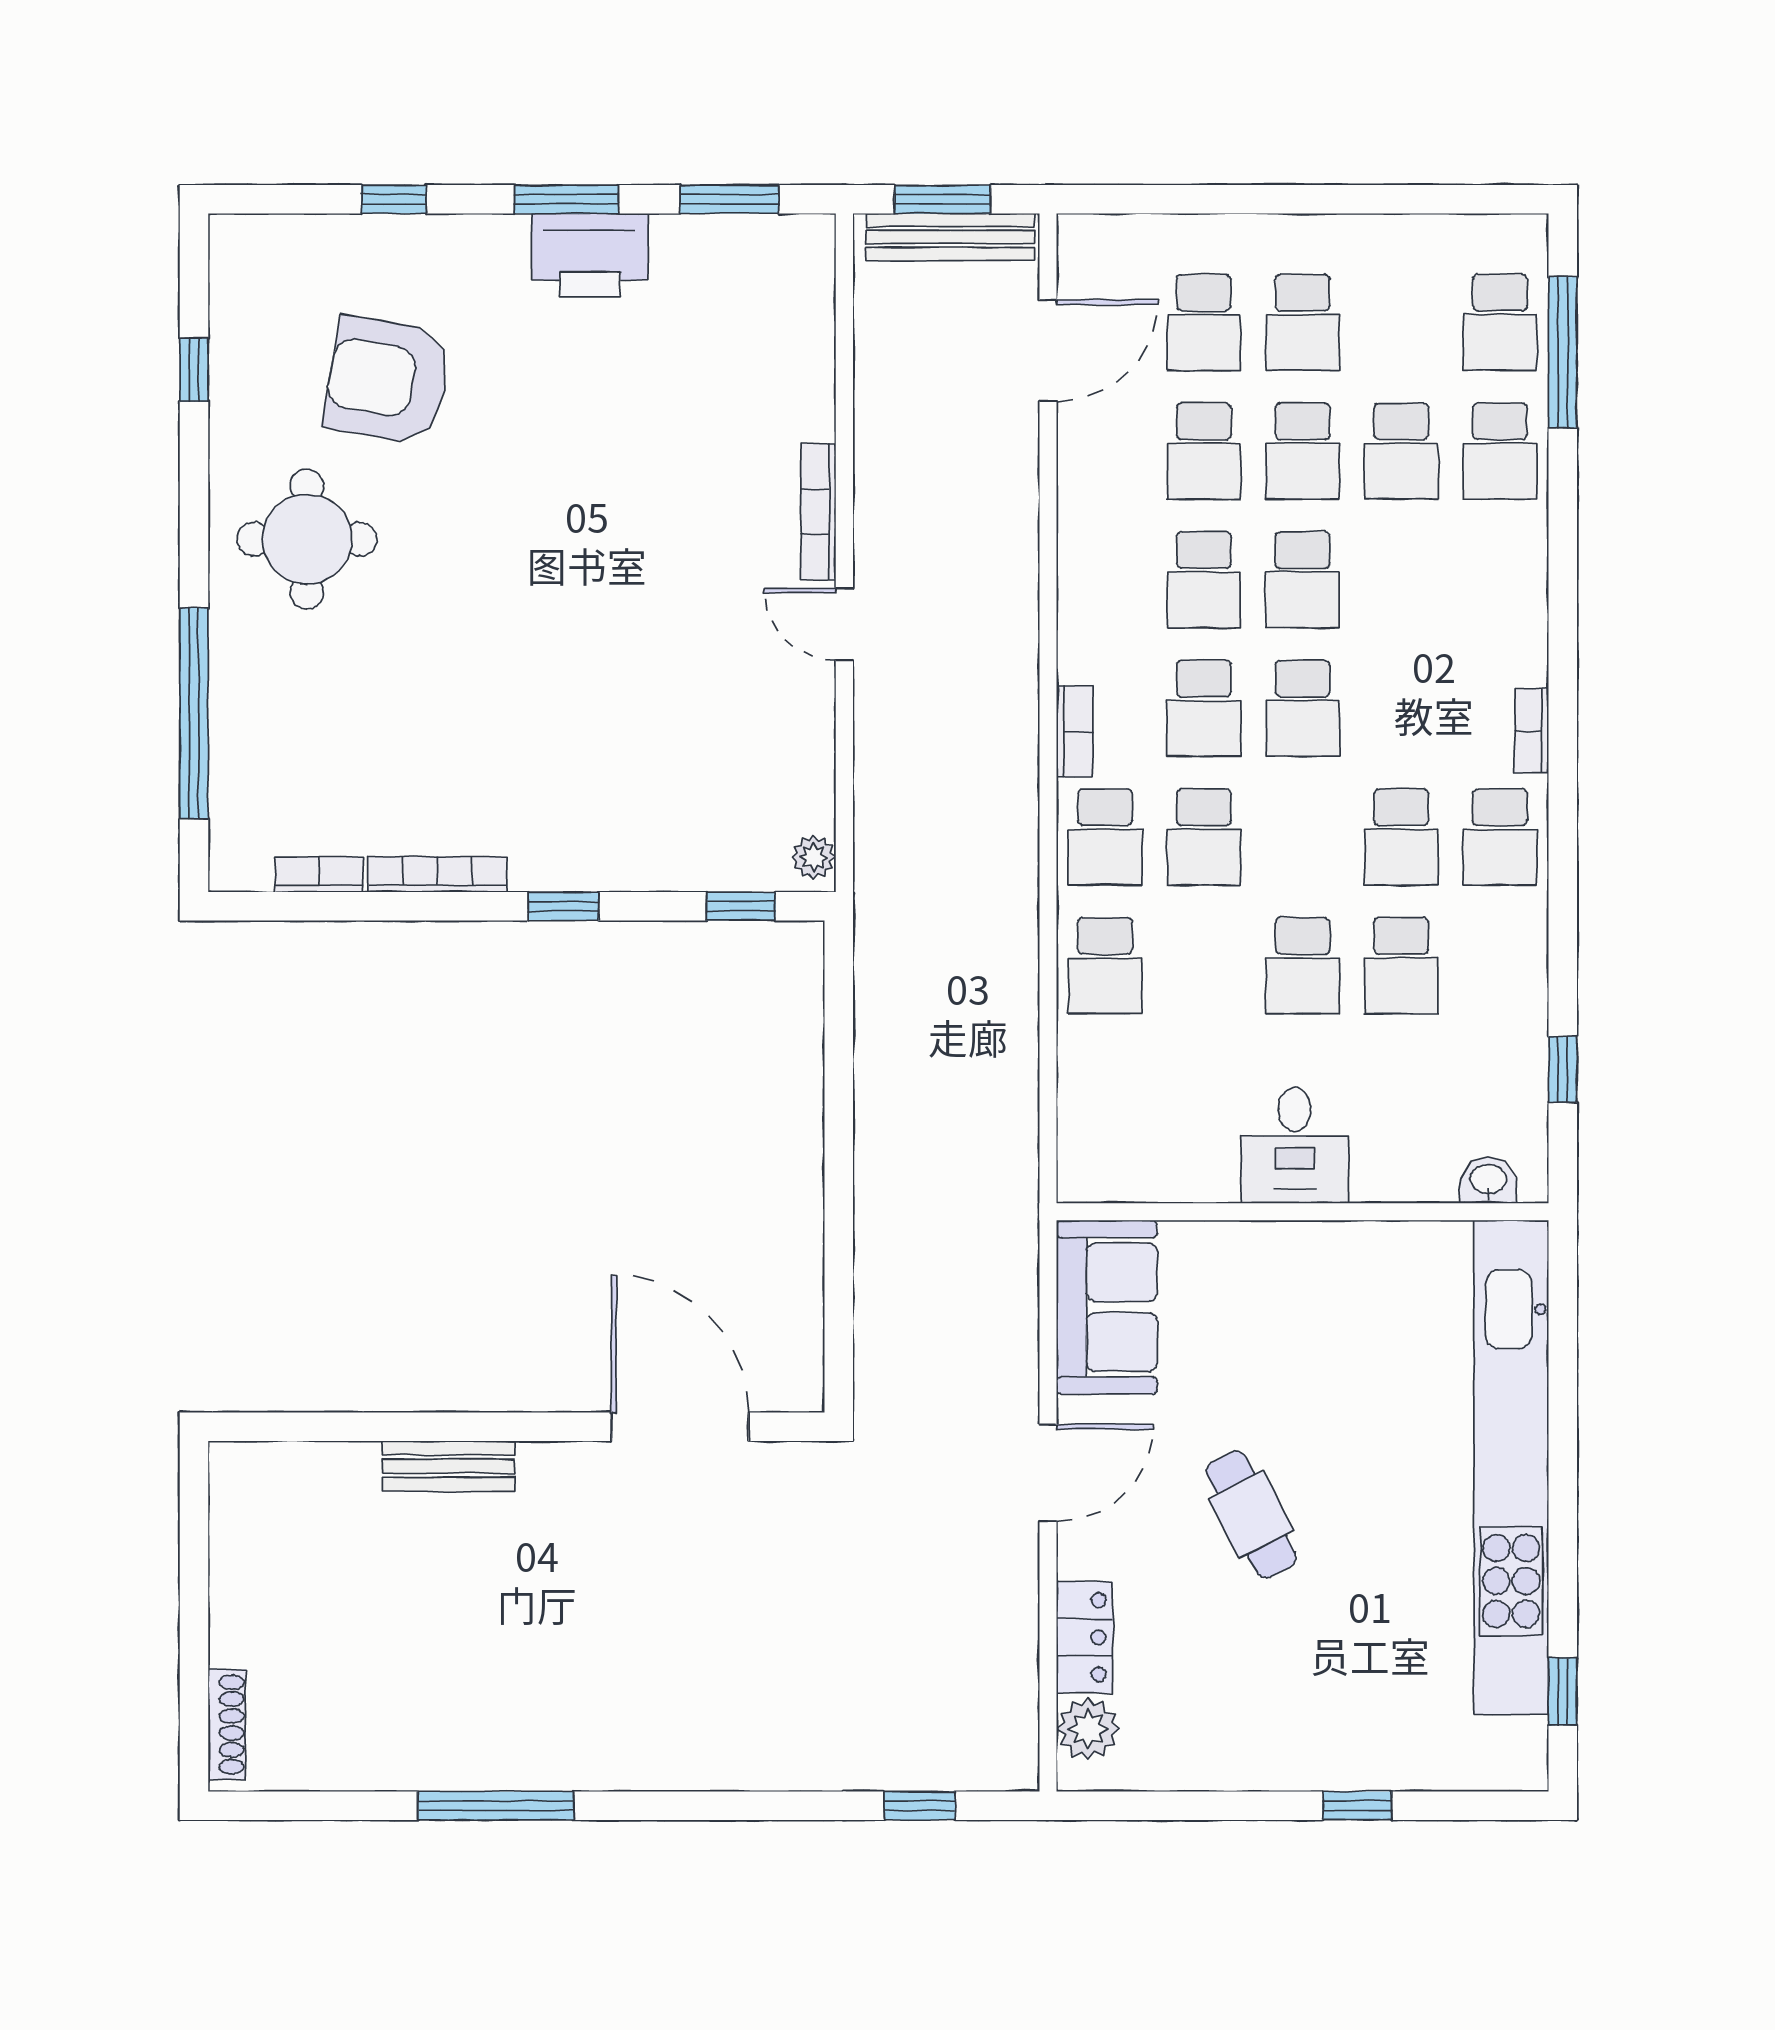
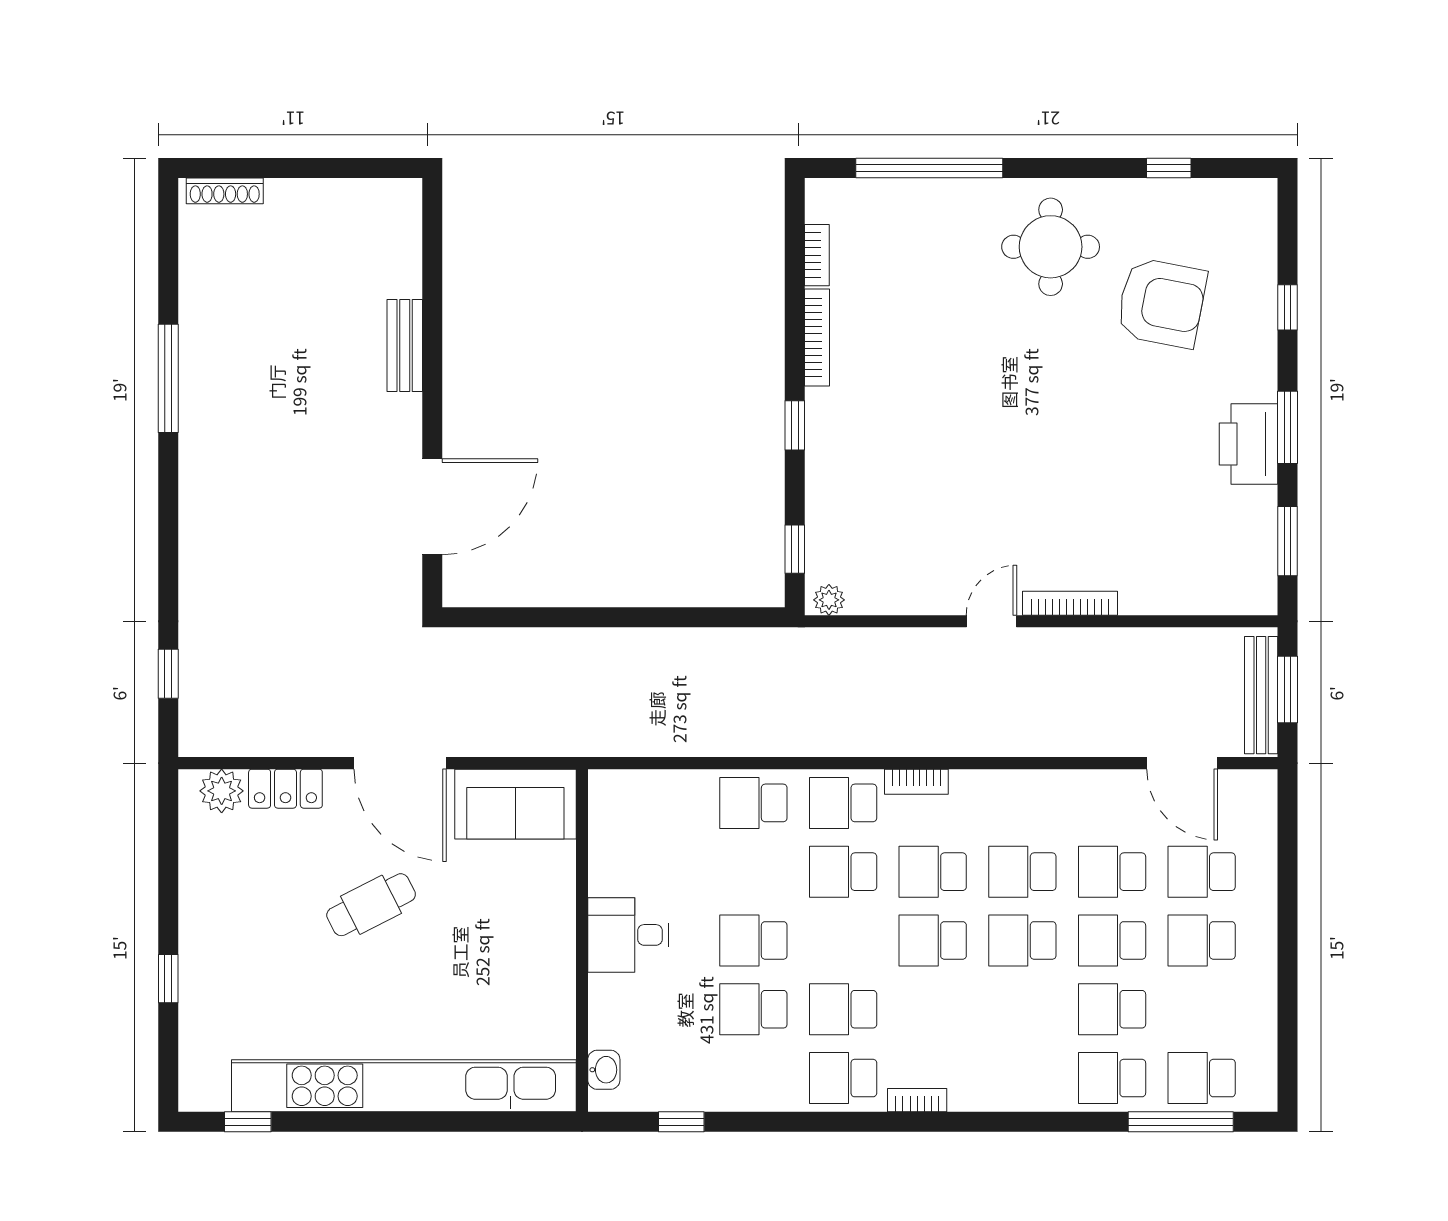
armchair: (387, 380) -> (1161, 303), turned 91
door: (1048, 1473) -> (400, 763), width x1.36

